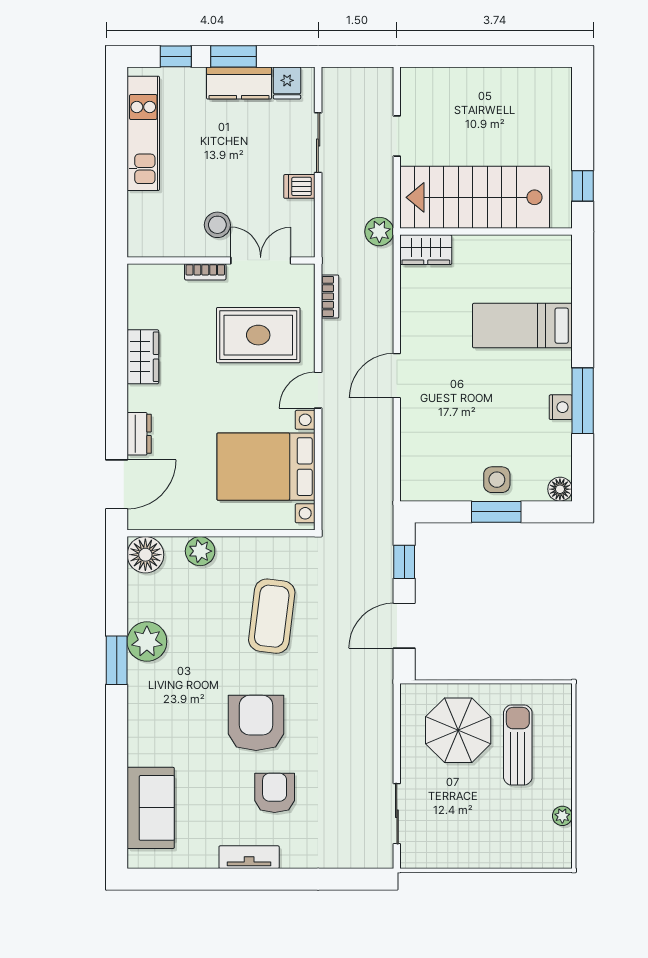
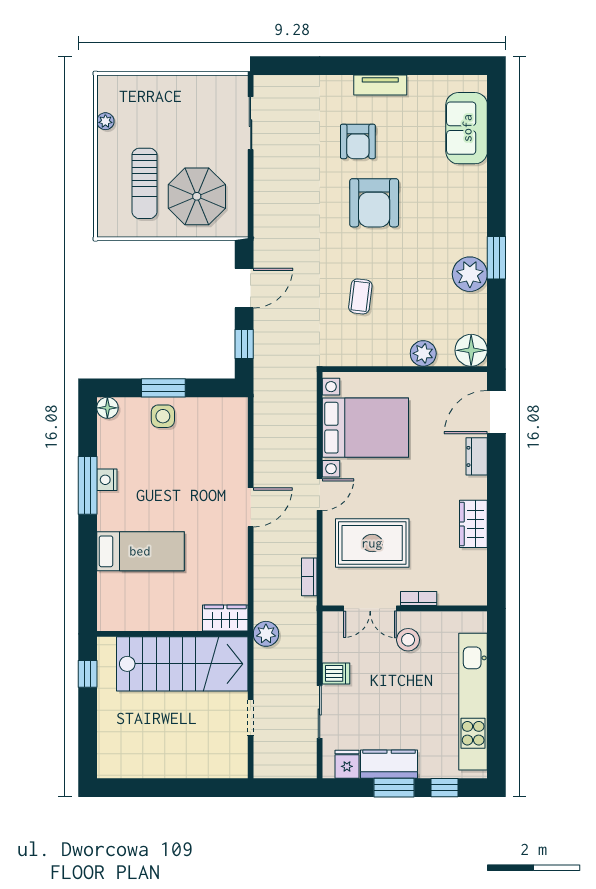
kitchen unit: (143, 133) -> (473, 702), width x1.36
coffee table: (272, 616) -> (360, 296), width x0.54, depth x0.58

